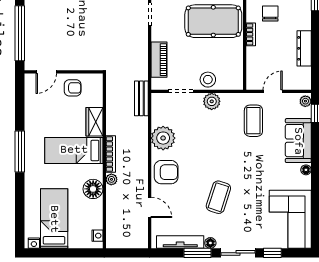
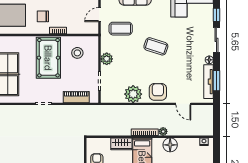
stool: (208, 80) -> (77, 53), moved
door: (273, 91) -> (99, 15), hinge flipped
bench: (141, 98) -> (104, 110), removed
coffee table: (218, 197) -> (156, 46), moved
door: (150, 207) -> (183, 104), swing flipped
window: (198, 253) -> (216, 81), moved

